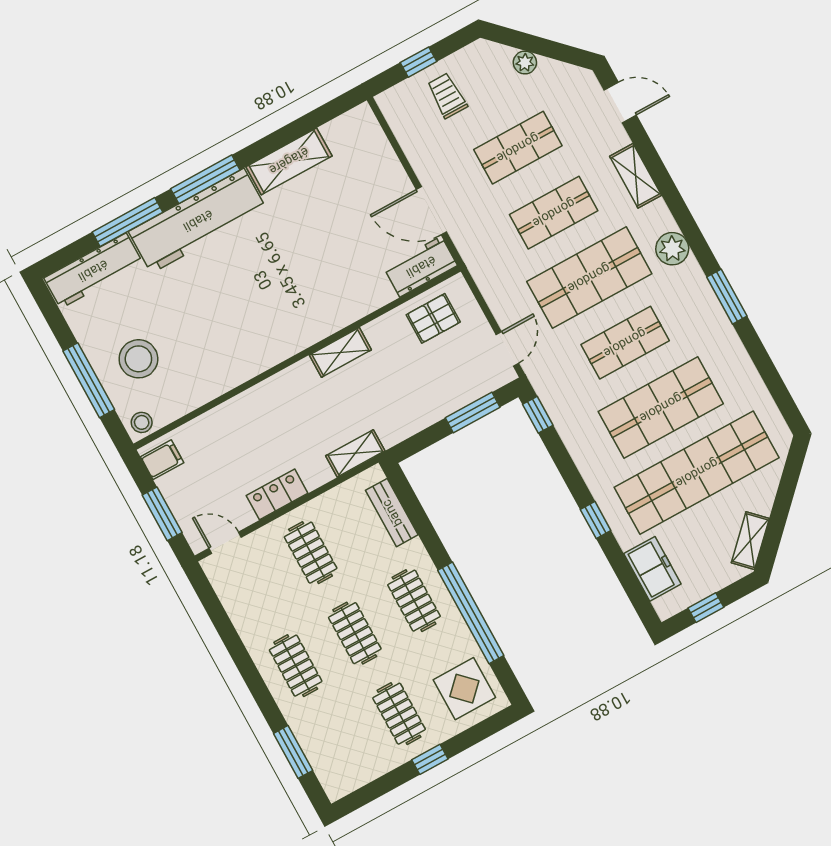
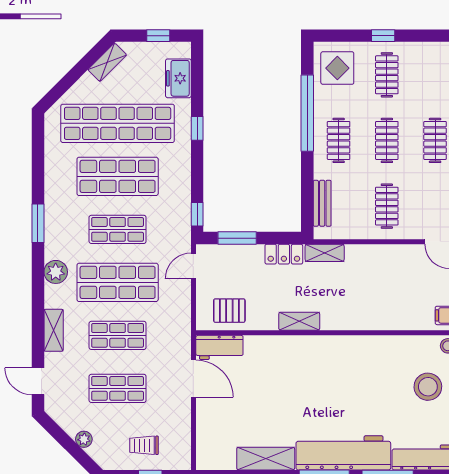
trolley: (447, 96) -> (144, 445), turned 90
locker: (277, 494) -> (284, 254), moved

